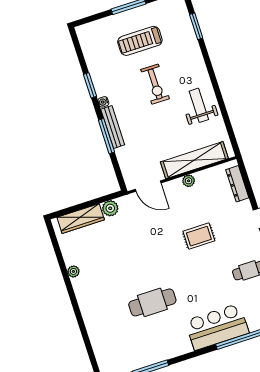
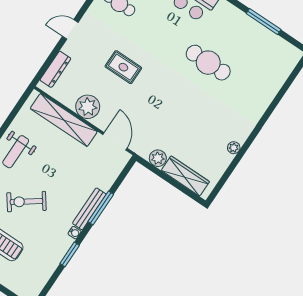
exercise bike: (155, 84) -> (26, 202), turned -126
plant: (189, 181) -> (88, 107), width x1.88, depth x1.88

